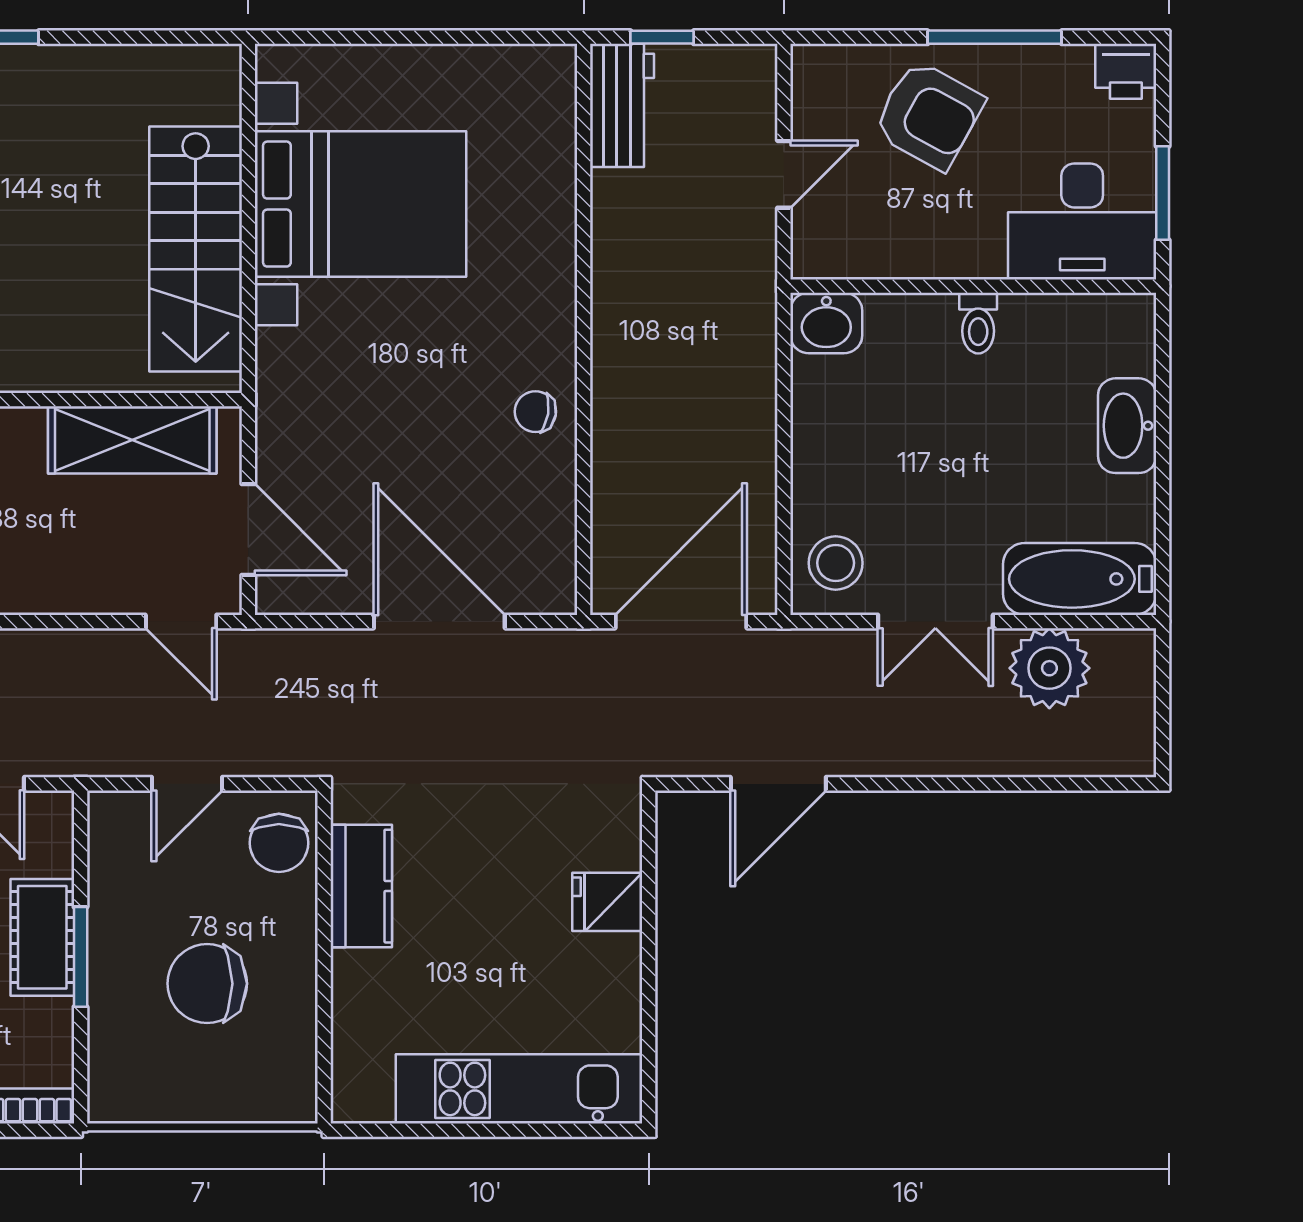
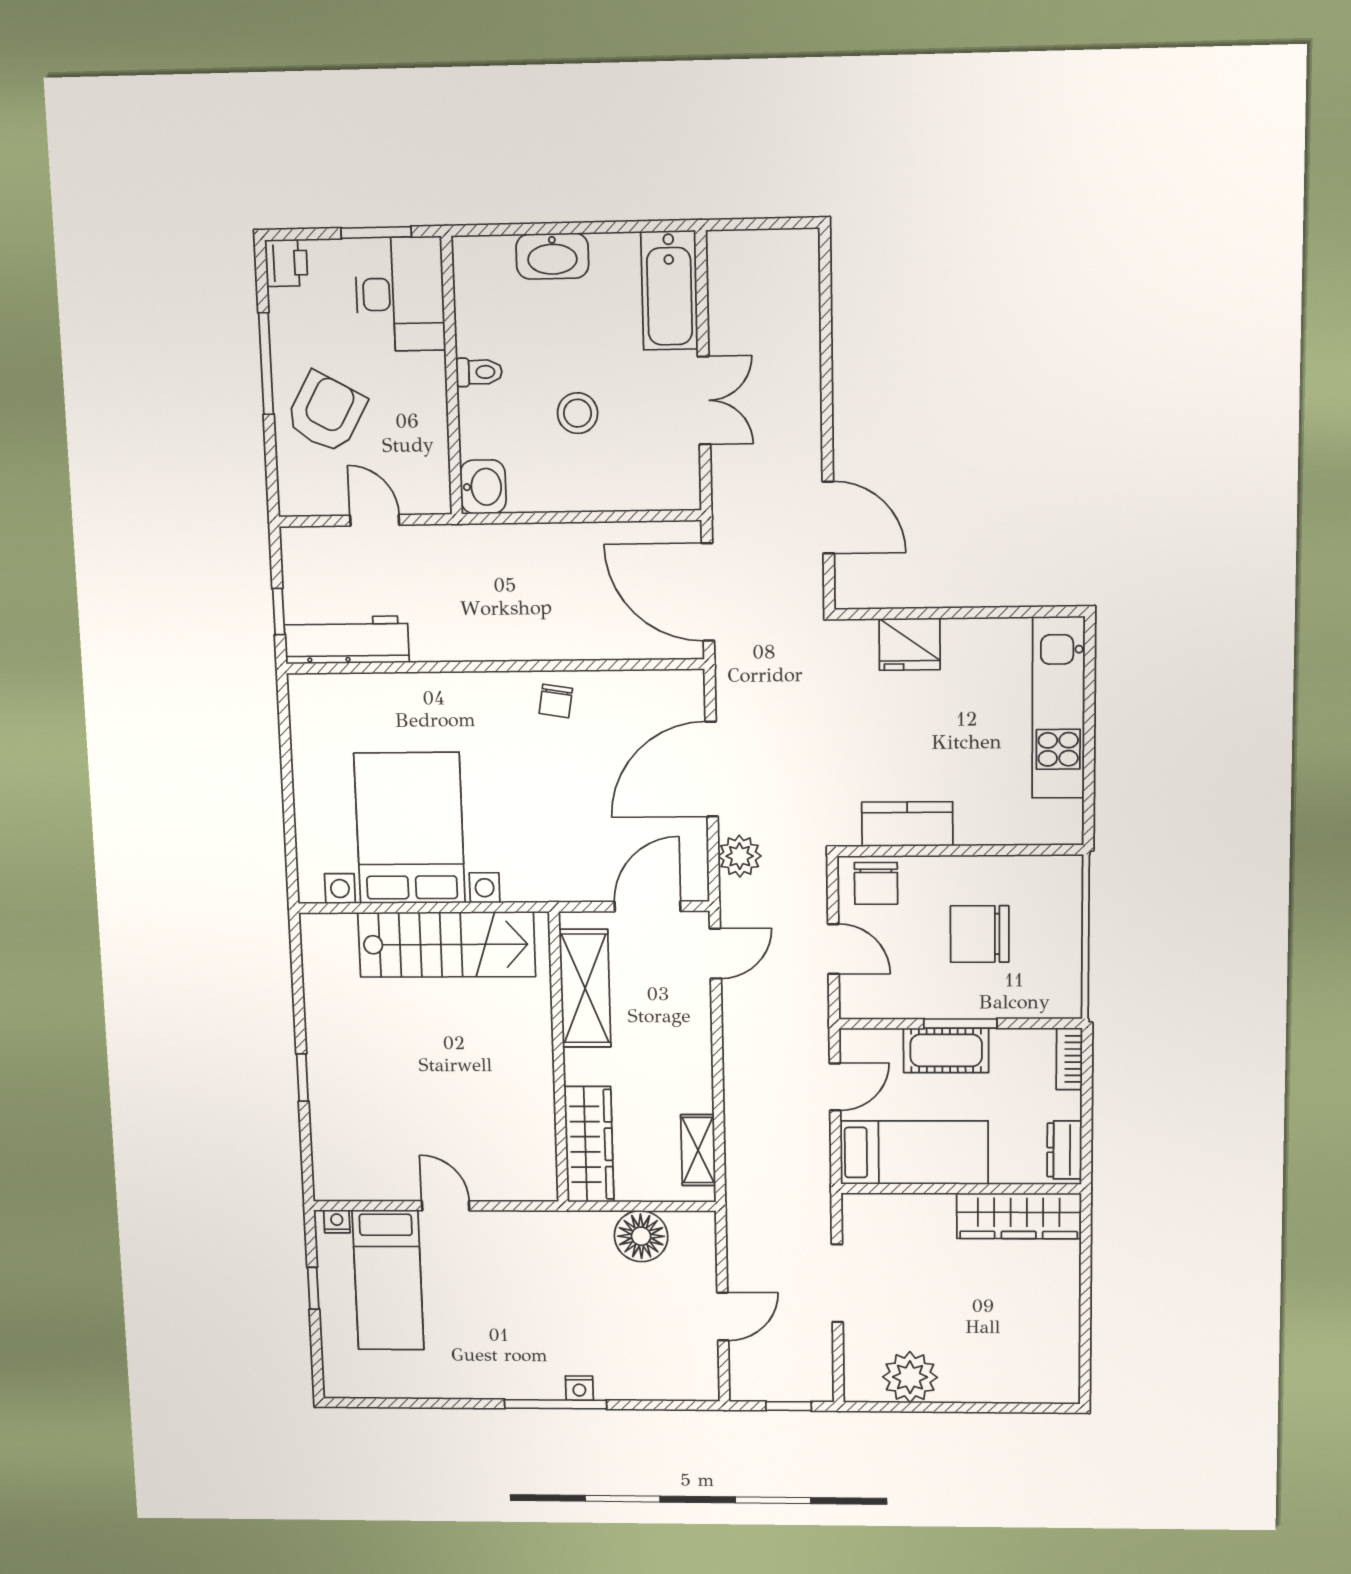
workbench: (622, 105) -> (347, 640), width x1.38
stool: (836, 563) -> (578, 413), moved
plant: (1049, 668) -> (740, 856), moved, width x0.73, depth x0.73
chair: (279, 843) -> (876, 883), turned 90
fridge: (607, 902) -> (910, 644), width x1.38
chair: (207, 984) -> (980, 934), turned 90

